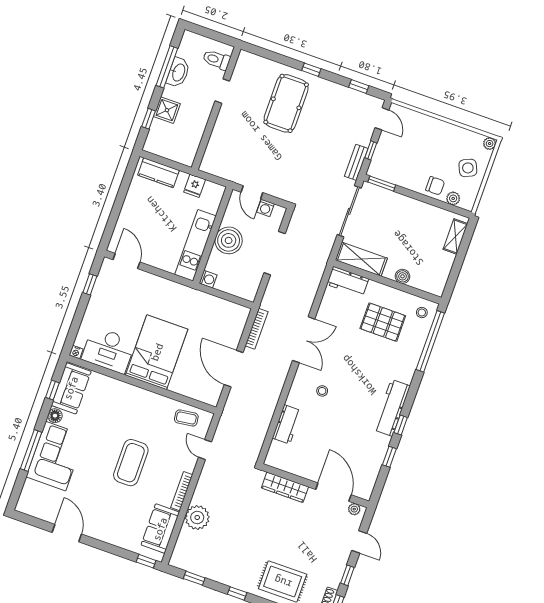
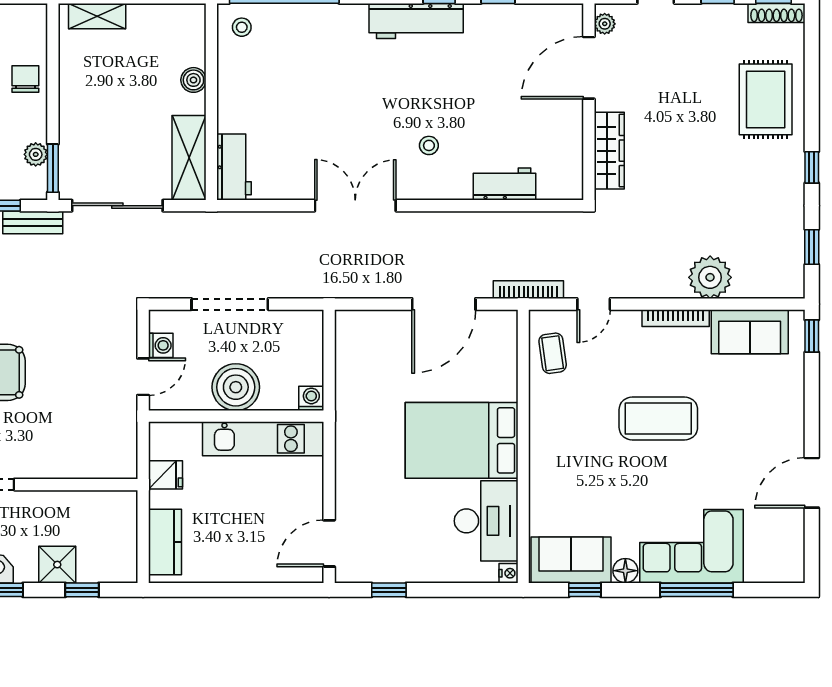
plant: (453, 198) -> (36, 154), moved
pallet: (383, 322) -> (280, 86), removed
bookcase: (257, 329) -> (528, 290), moved

